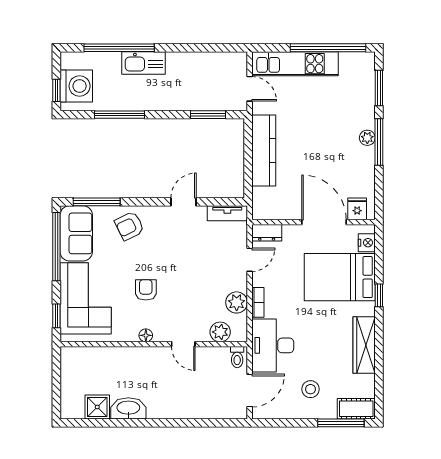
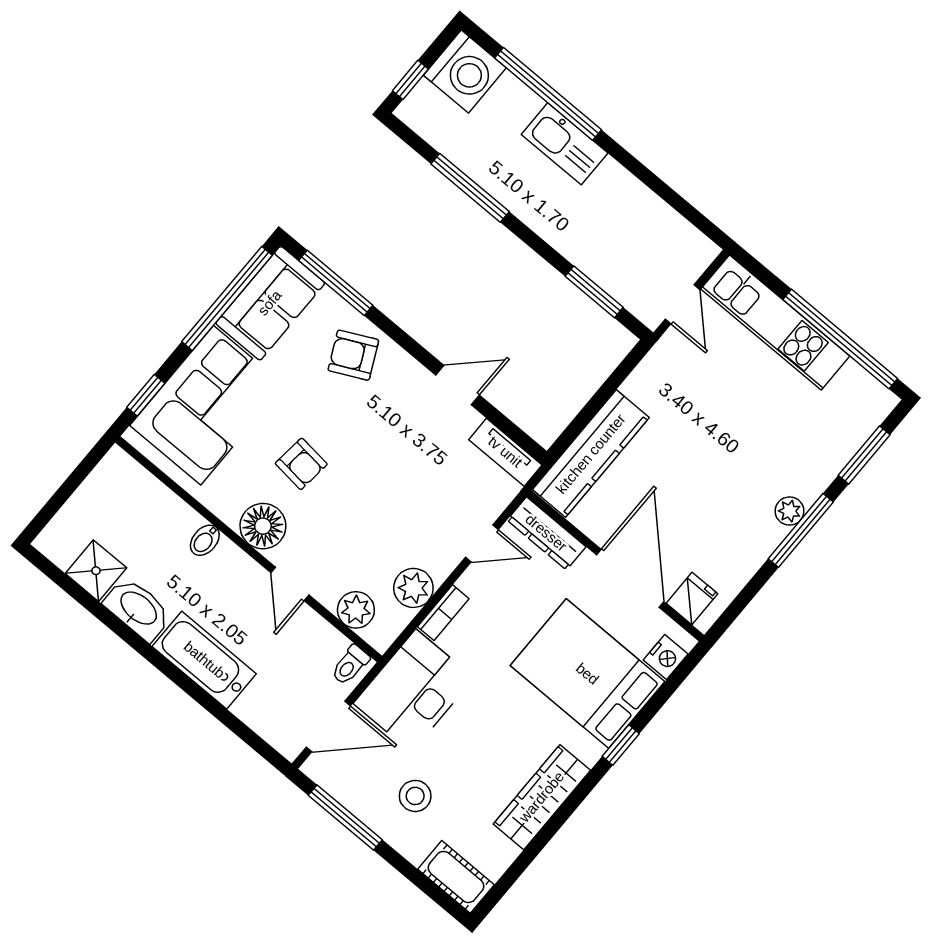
washing machine: (76, 86) -> (465, 72), moved
kitchen counter: (264, 150) -> (591, 454), moved
dresser: (267, 233) -> (546, 533), width x1.44
armchair: (146, 290) -> (301, 464), turned 96
floor lamp: (146, 335) -> (263, 526), width x1.89, depth x1.89
bidet: (132, 356) -> (205, 540), added
bathtub: (174, 406) -> (204, 660), added
window: (341, 423) -> (345, 817), moved

